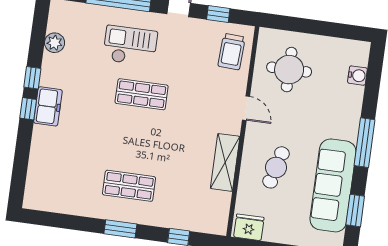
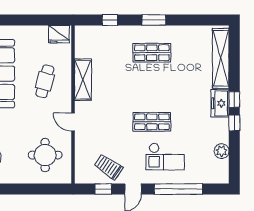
trolley: (232, 52) -> (108, 167), moved, turned -59
shelving: (39, 166) -> (221, 58), added

